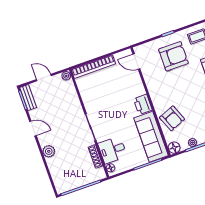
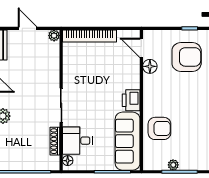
armchair: (172, 118) -> (159, 128), turned -68
floor lamp: (174, 148) -> (150, 66), moved

